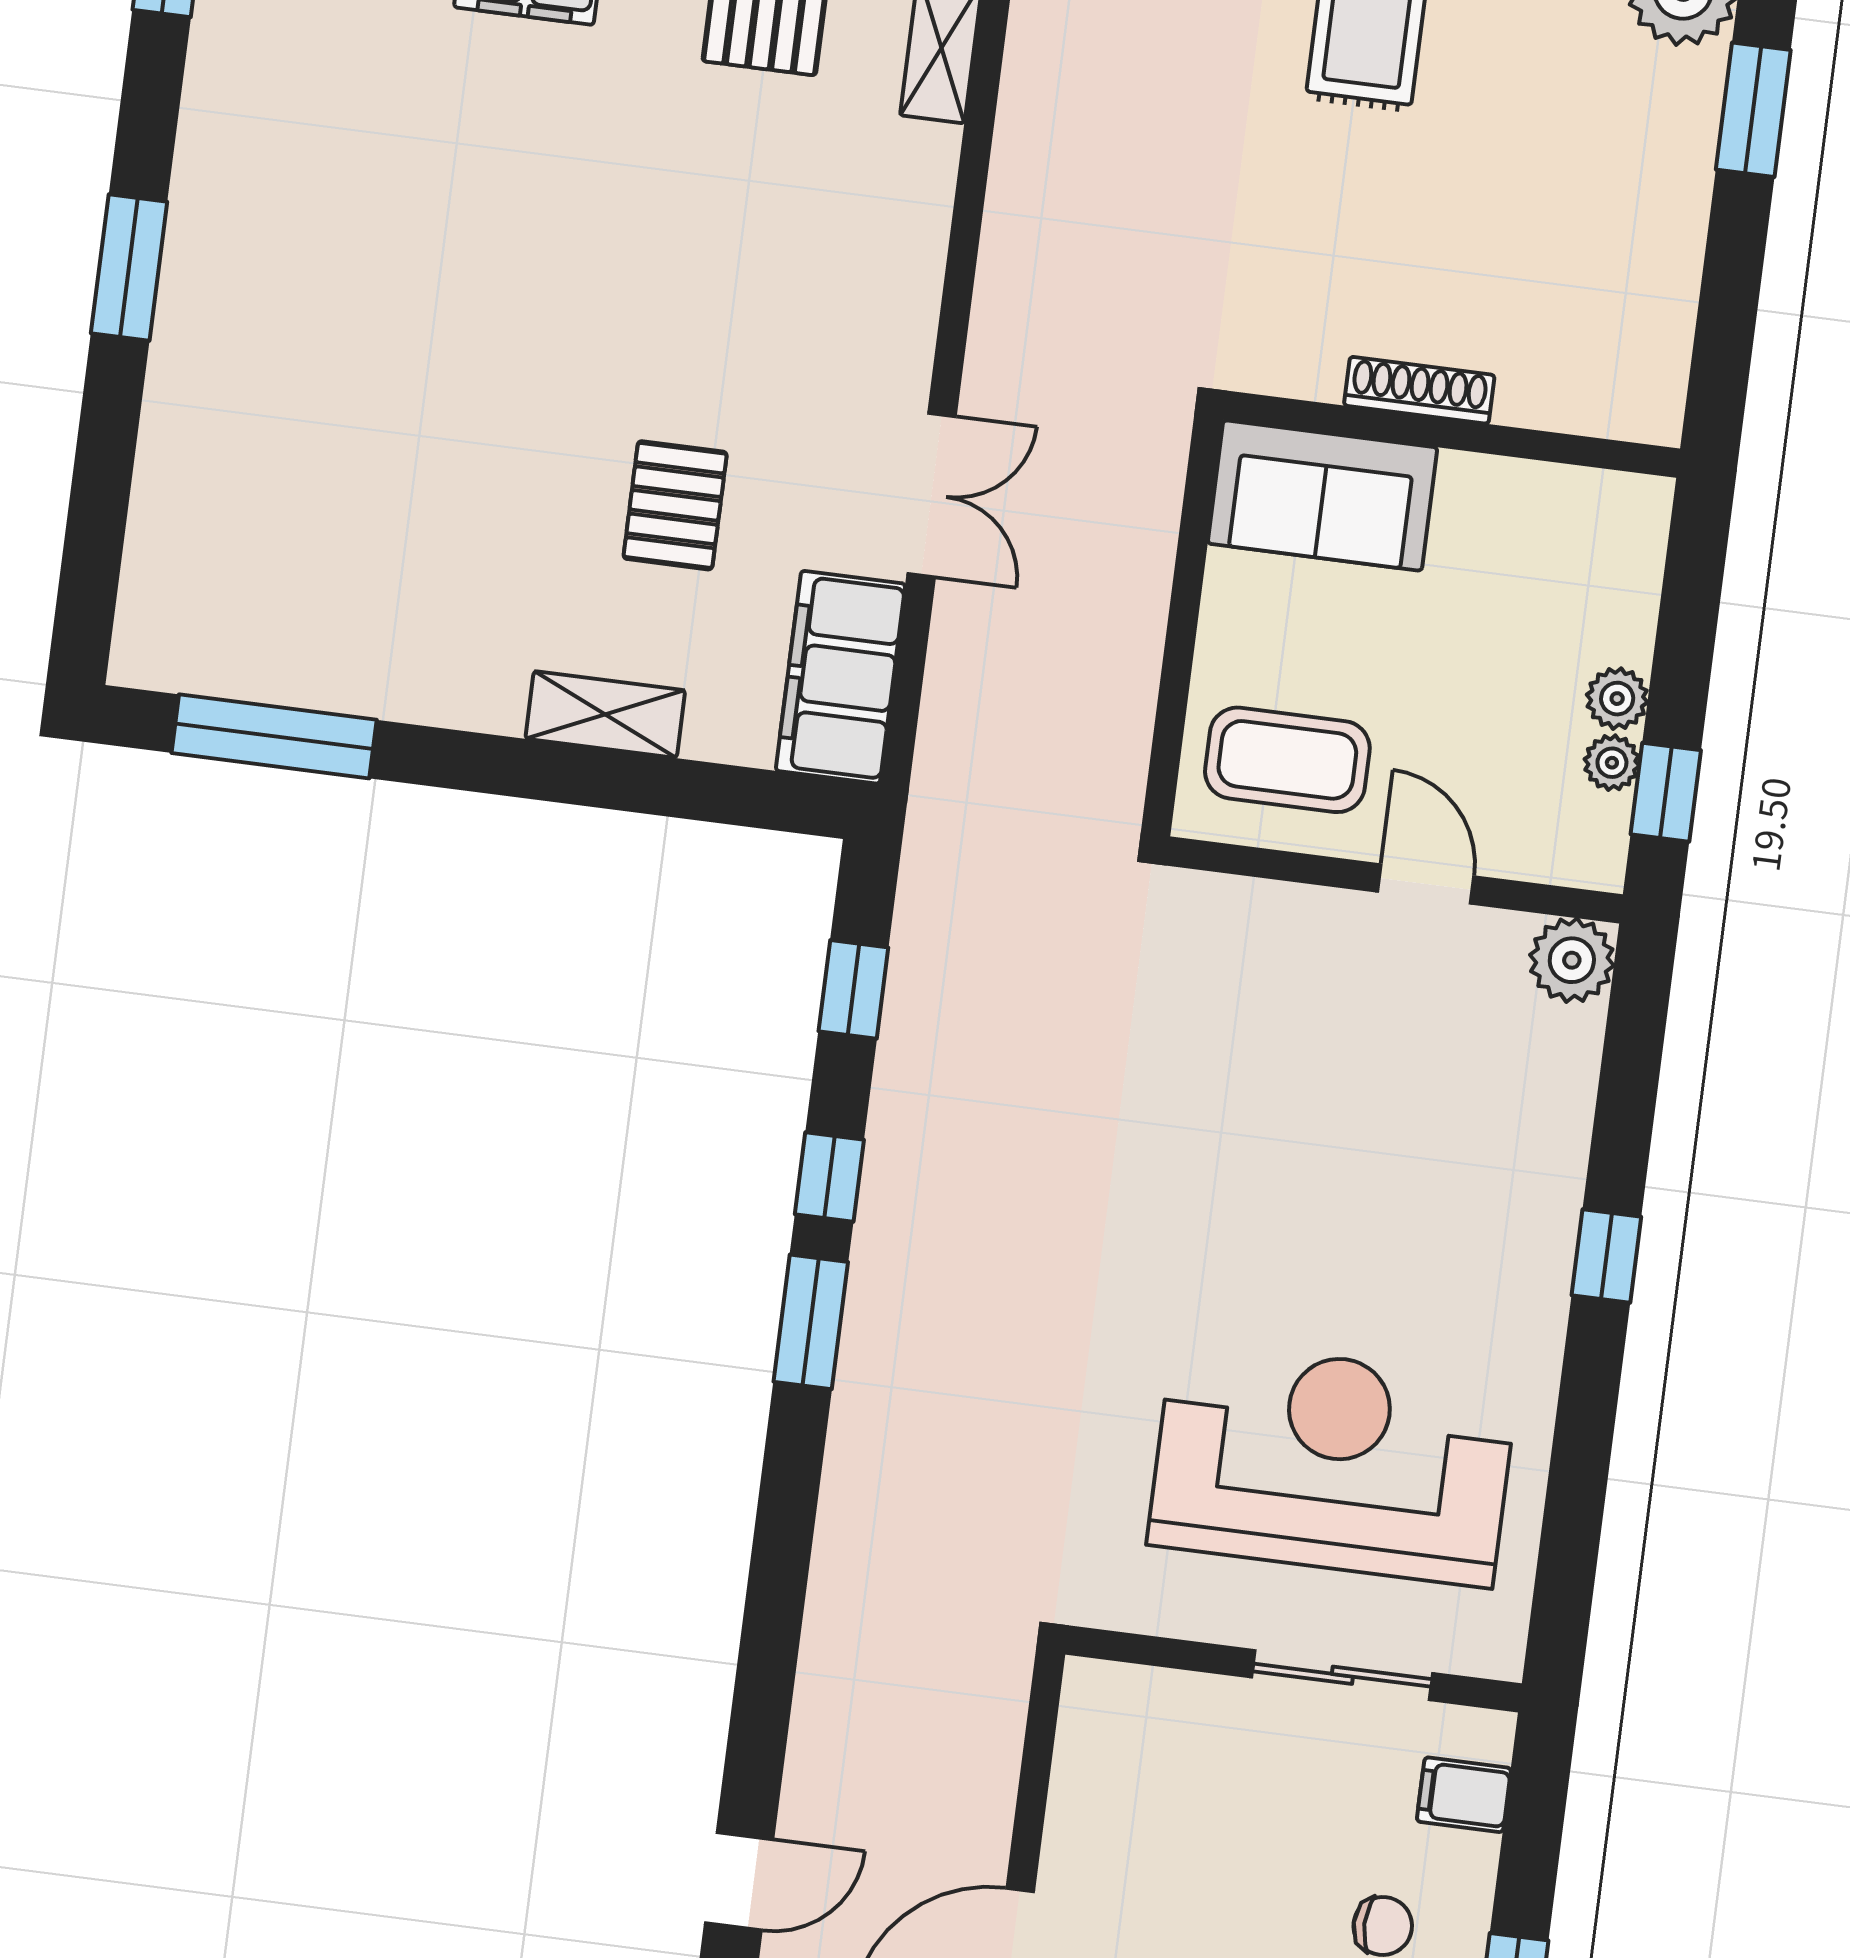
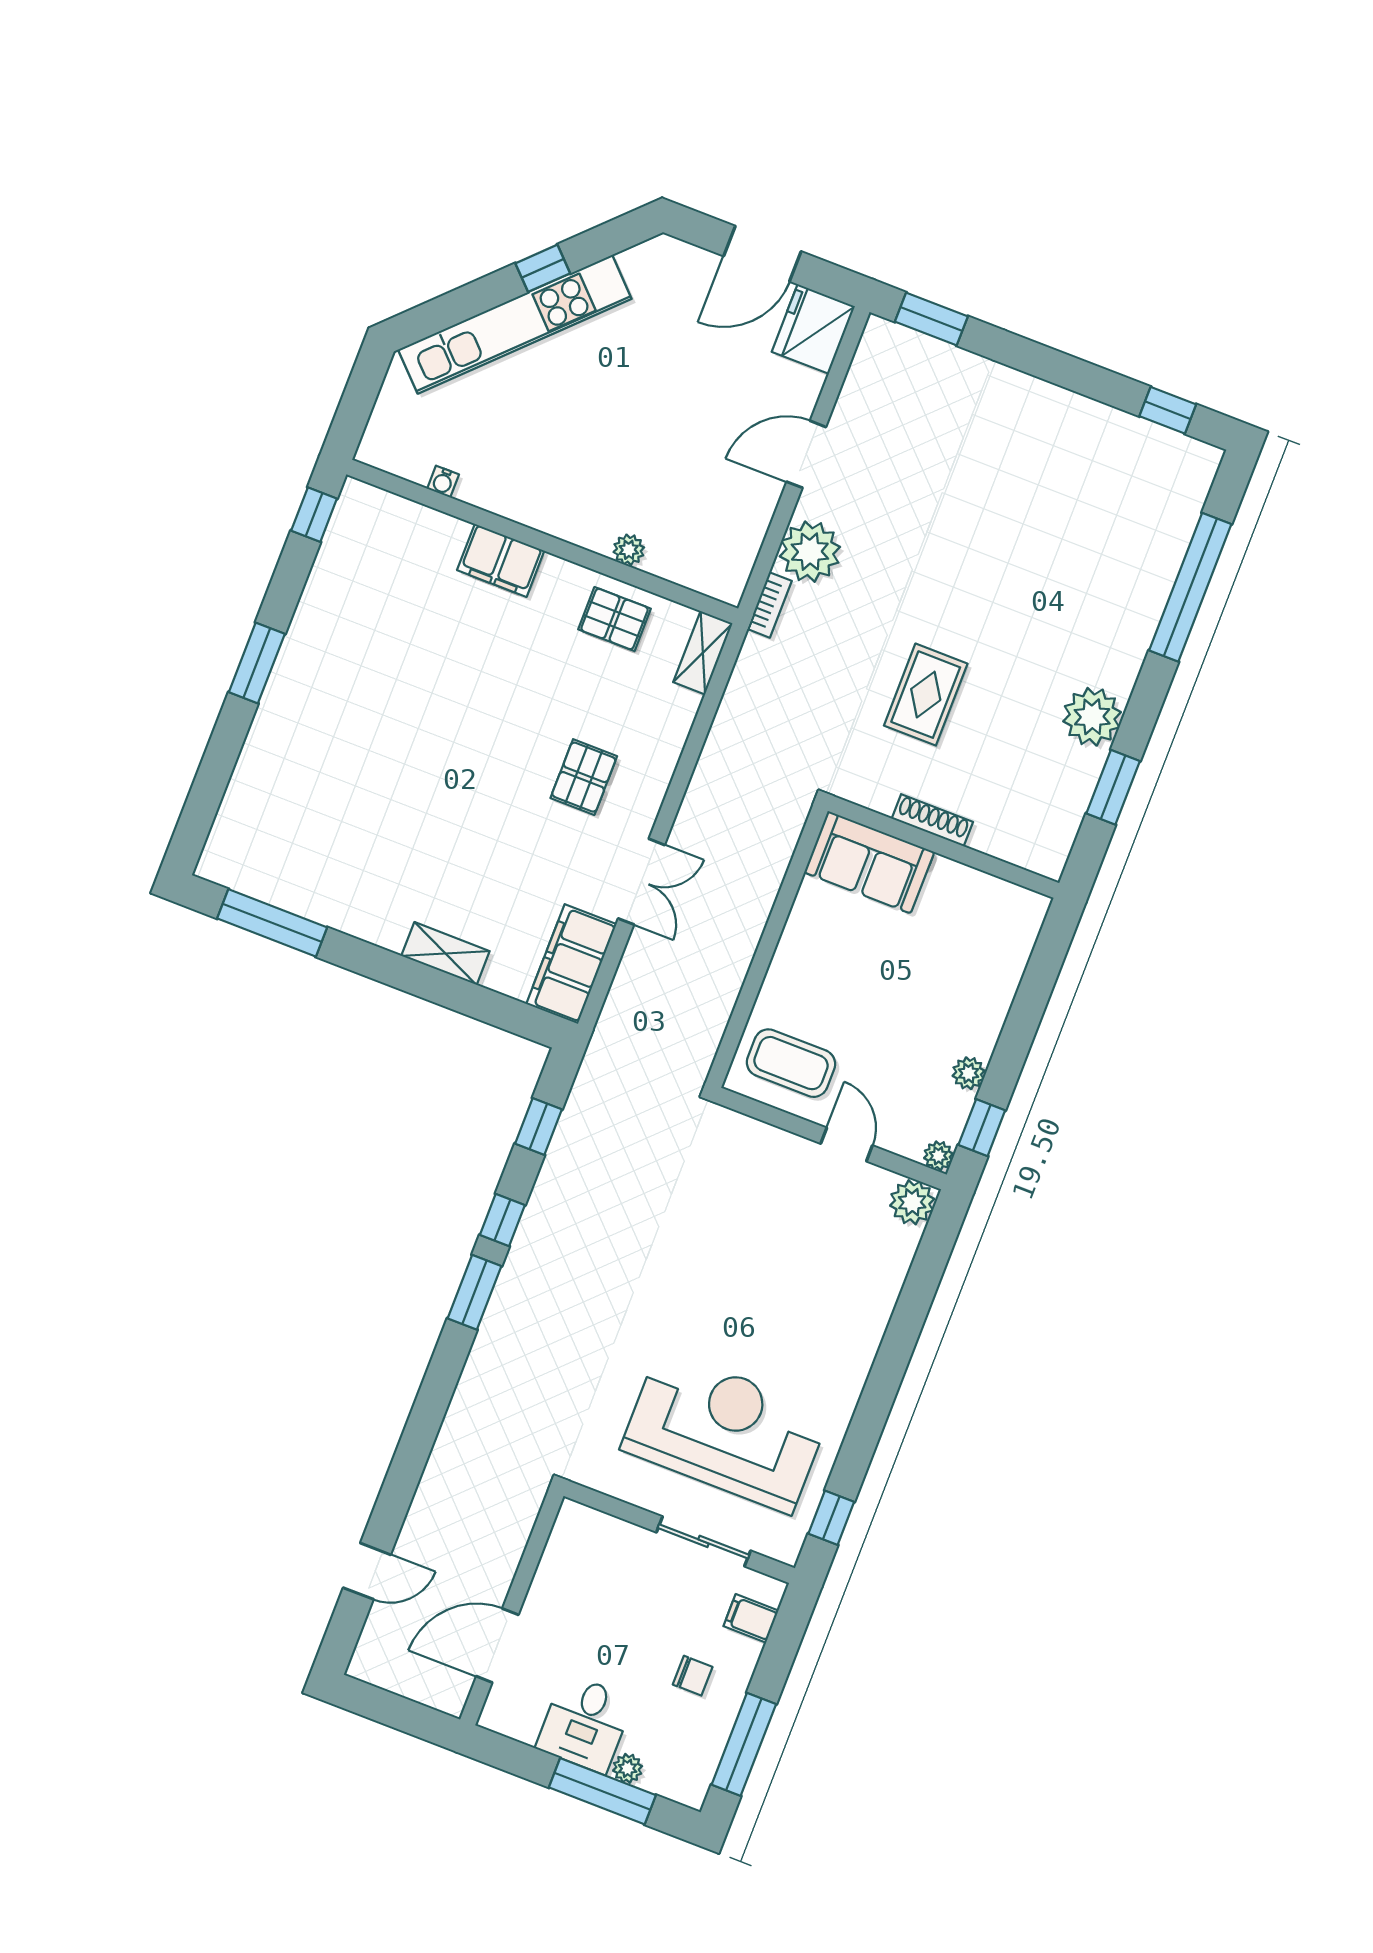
shoe rack: (1419, 390) -> (932, 820), moved
wall: (1452, 434) -> (944, 847), moved
sofa: (1322, 495) -> (869, 862), moved
pallet: (675, 505) -> (584, 777), moved
plant: (1612, 763) -> (938, 1156), moved
window: (1606, 1256) -> (831, 1518), moved

